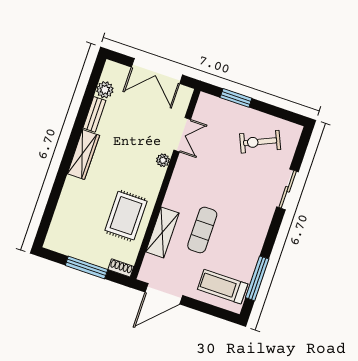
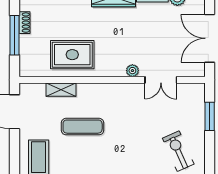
shelving: (162, 232) -> (61, 90), width x0.67, depth x0.75
shoe rack: (121, 268) -> (24, 23), moved

